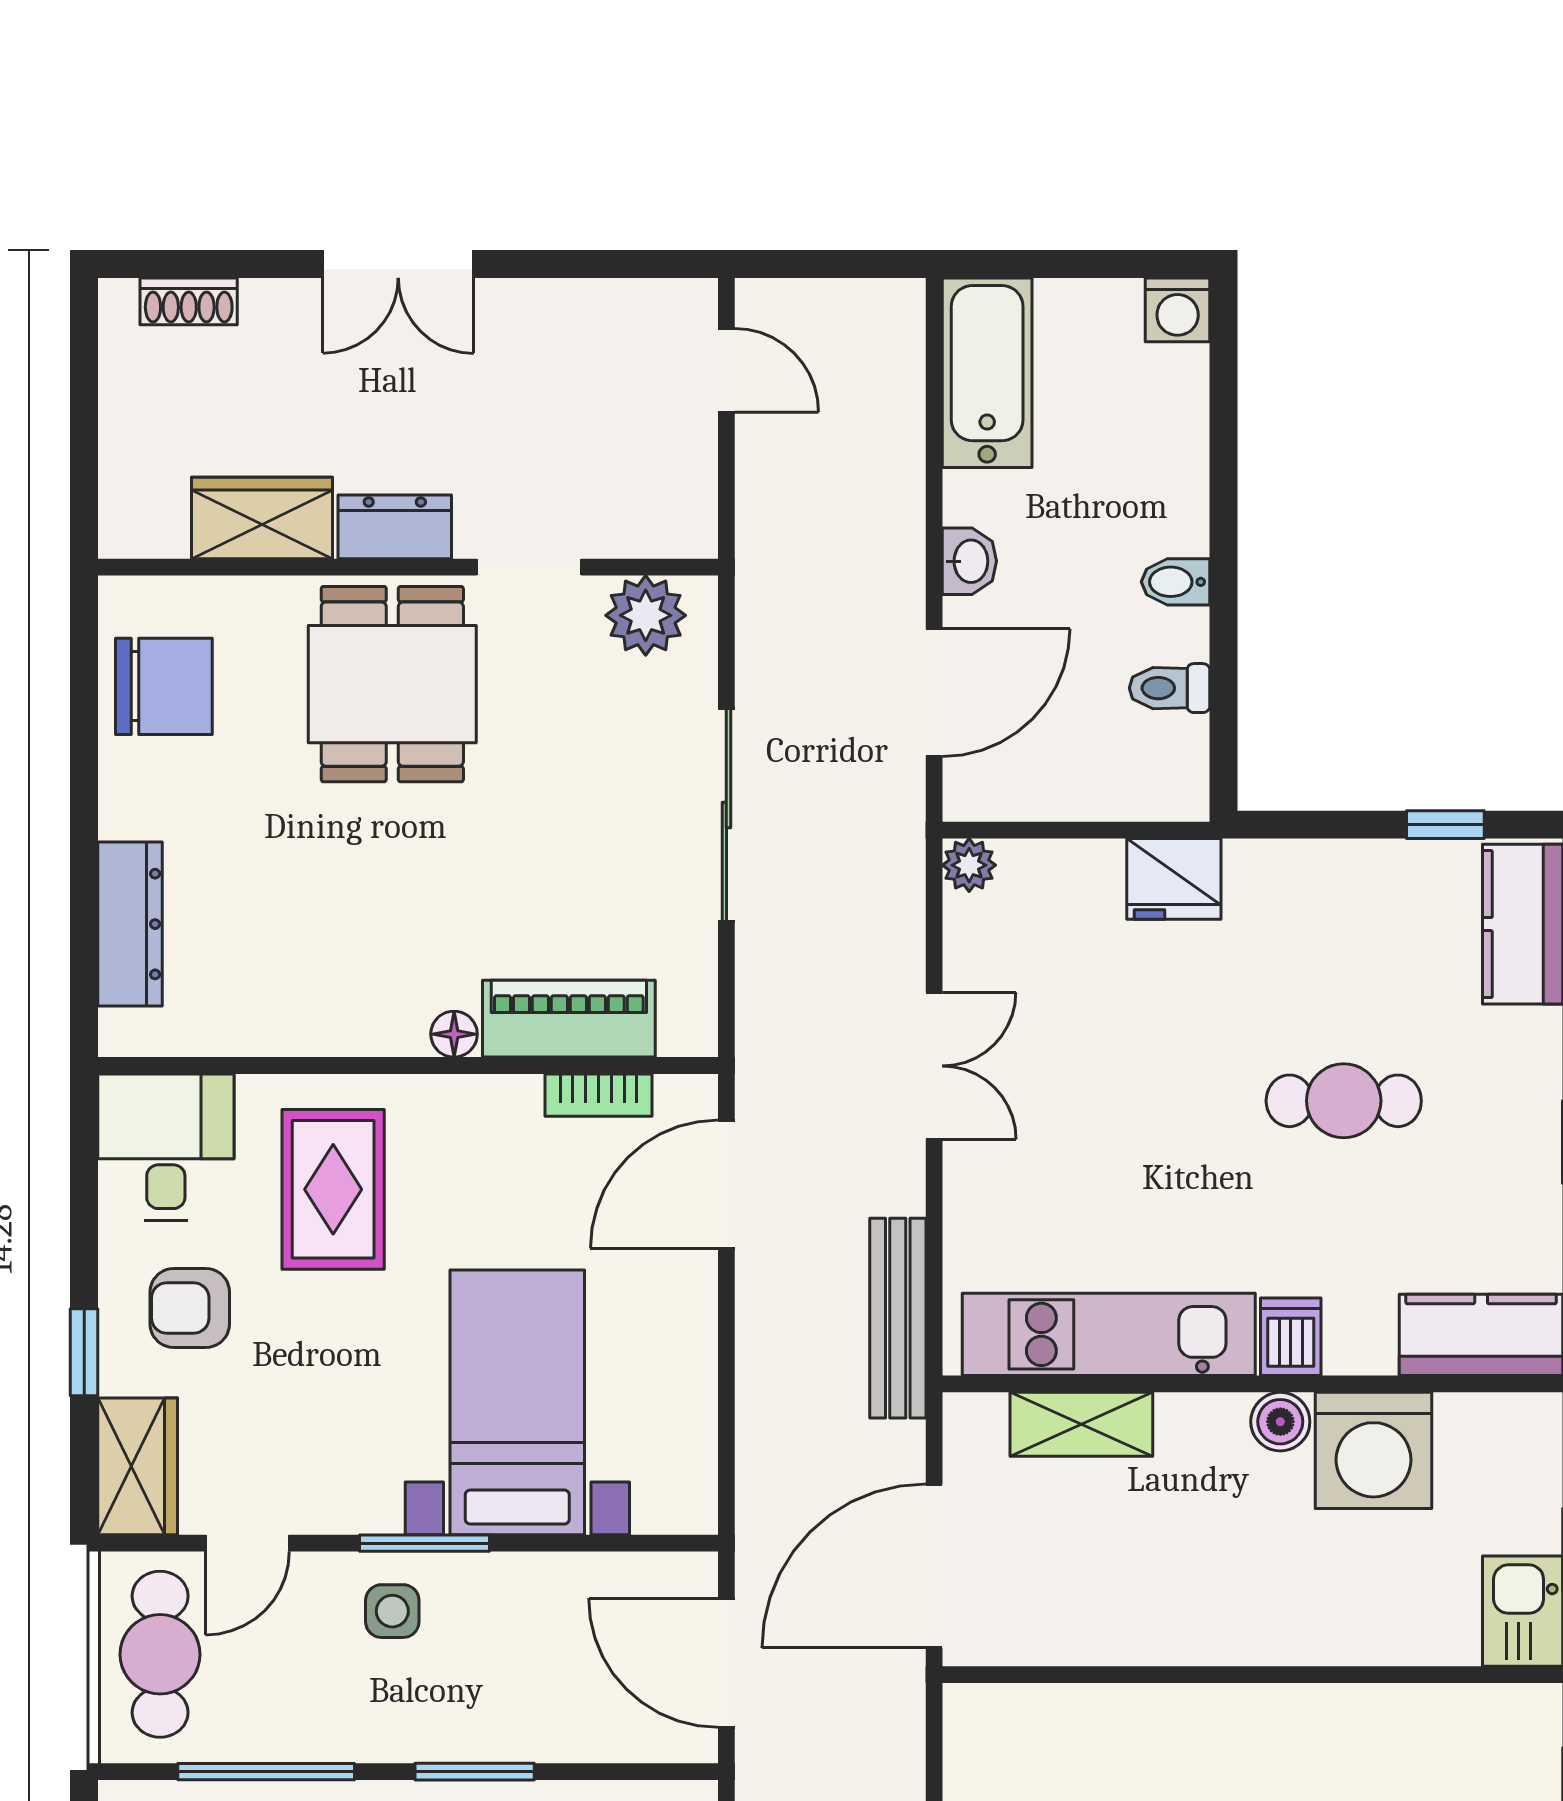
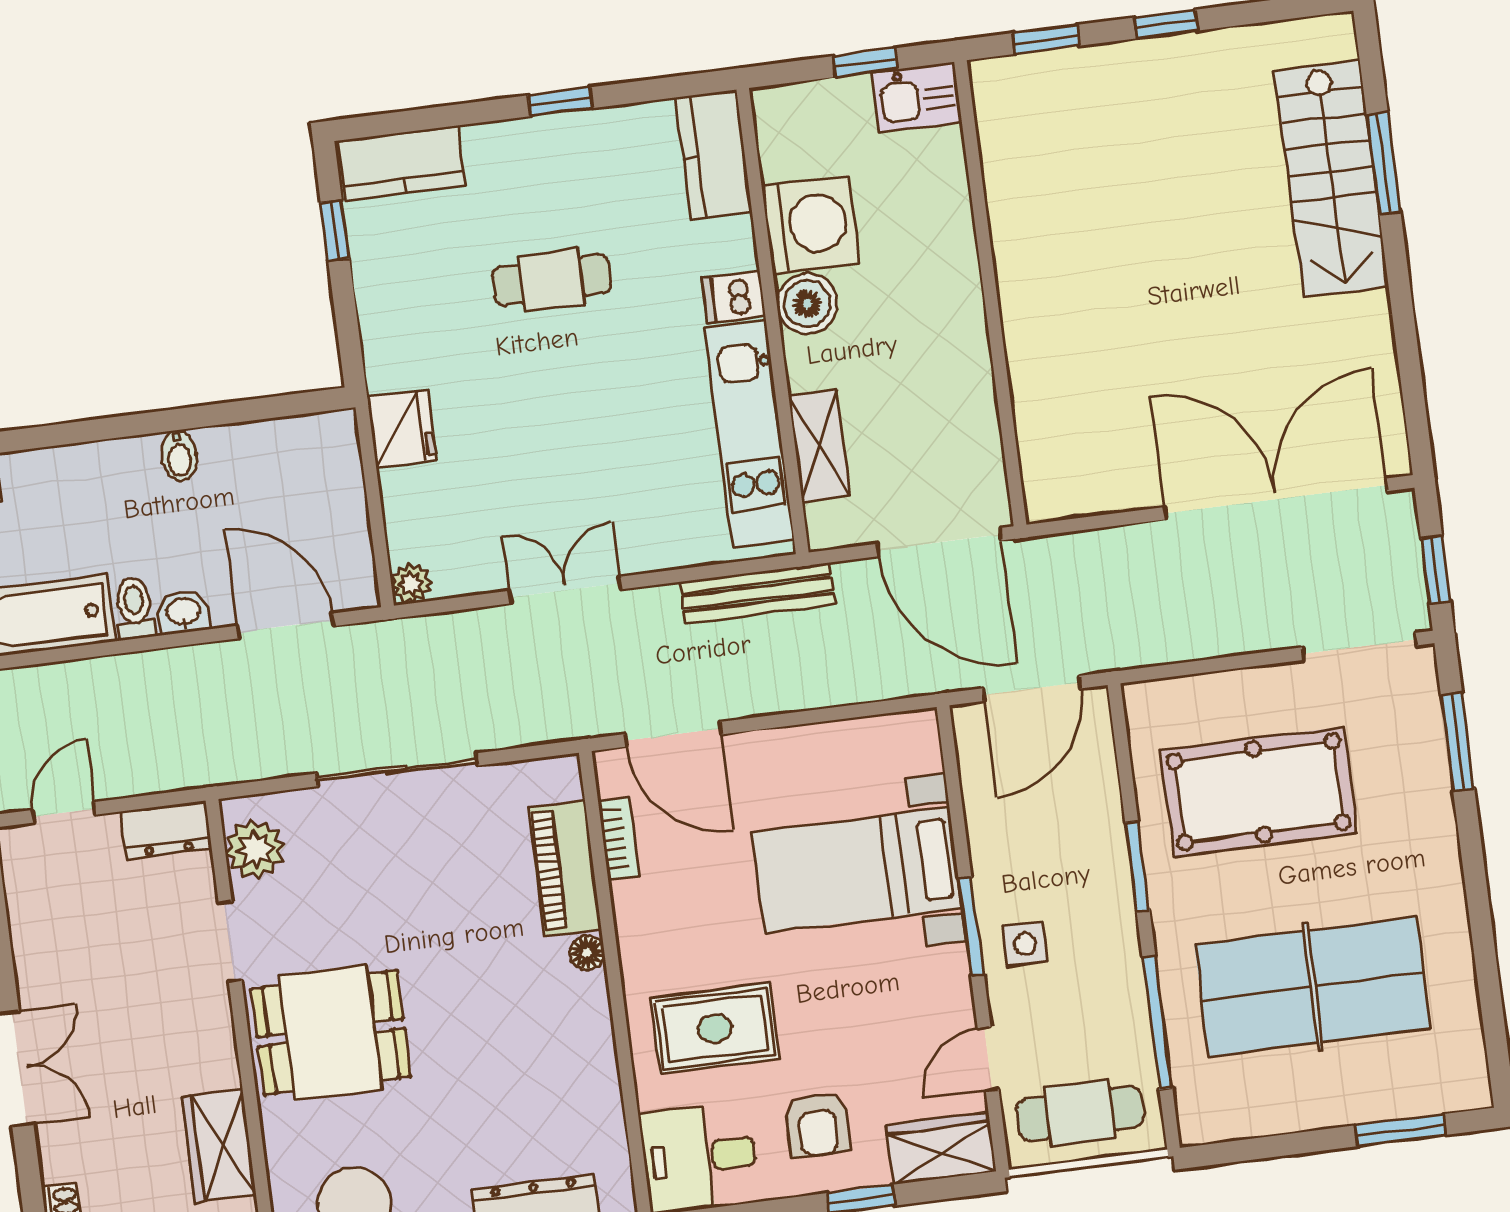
dresser: (395, 527) -> (166, 830), moved, turned -90
toilet: (1169, 688) -> (135, 608), moved, turned 180
cafe table: (1344, 1101) -> (552, 280), turned 90
boiler: (1280, 1422) -> (807, 304), width x1.36, depth x1.36
door: (247, 1543) -> (988, 1059), swing flipped

